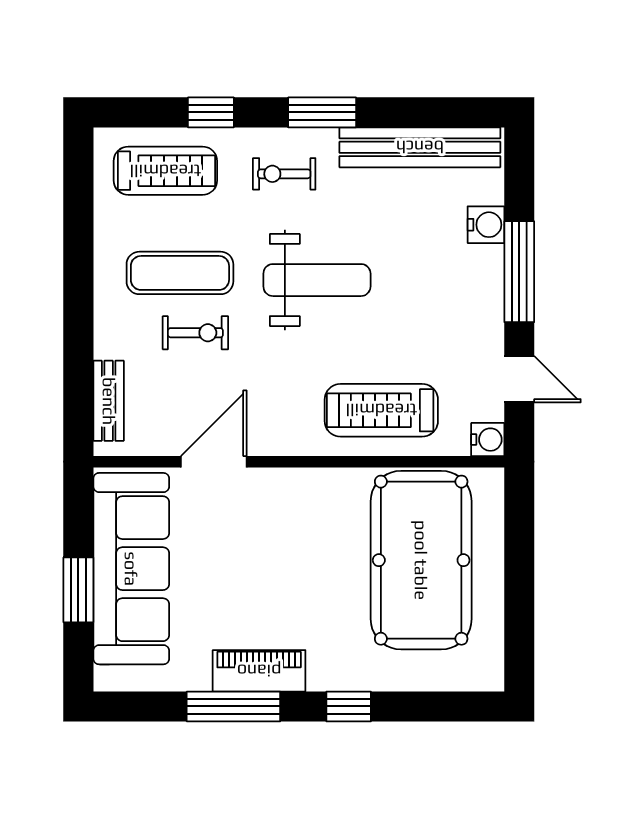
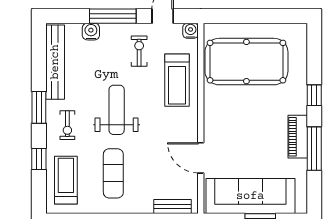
exercise bike: (195, 333) -> (139, 51), moved

